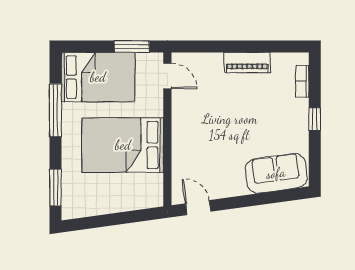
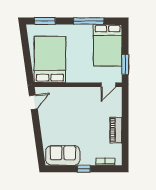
bed: (123, 145) -> (50, 59), moved
sofa: (276, 173) -> (63, 155), moved, turned -82

